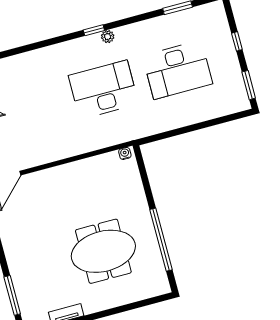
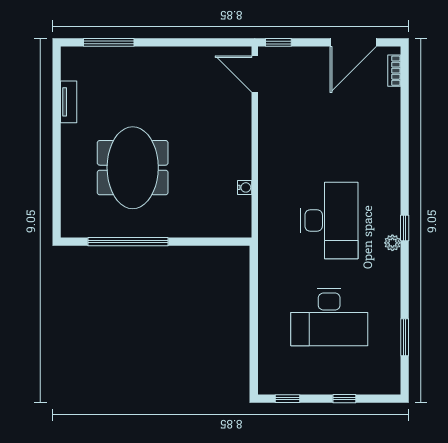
desk: (178, 70) -> (329, 317), turned -90
window: (249, 85) -> (287, 399), width x0.67
water cooler: (125, 153) -> (245, 187), moved

